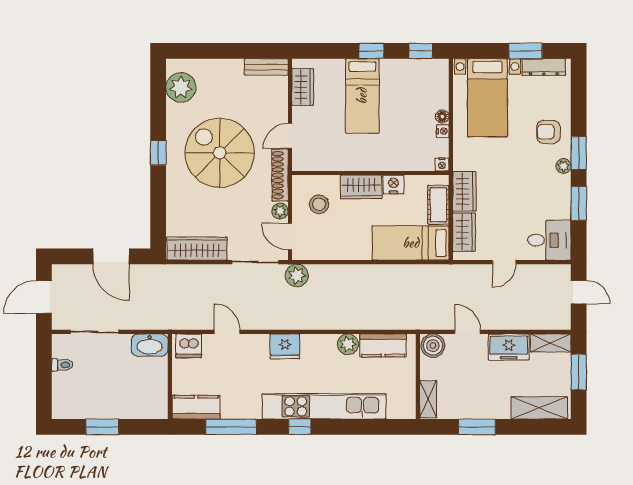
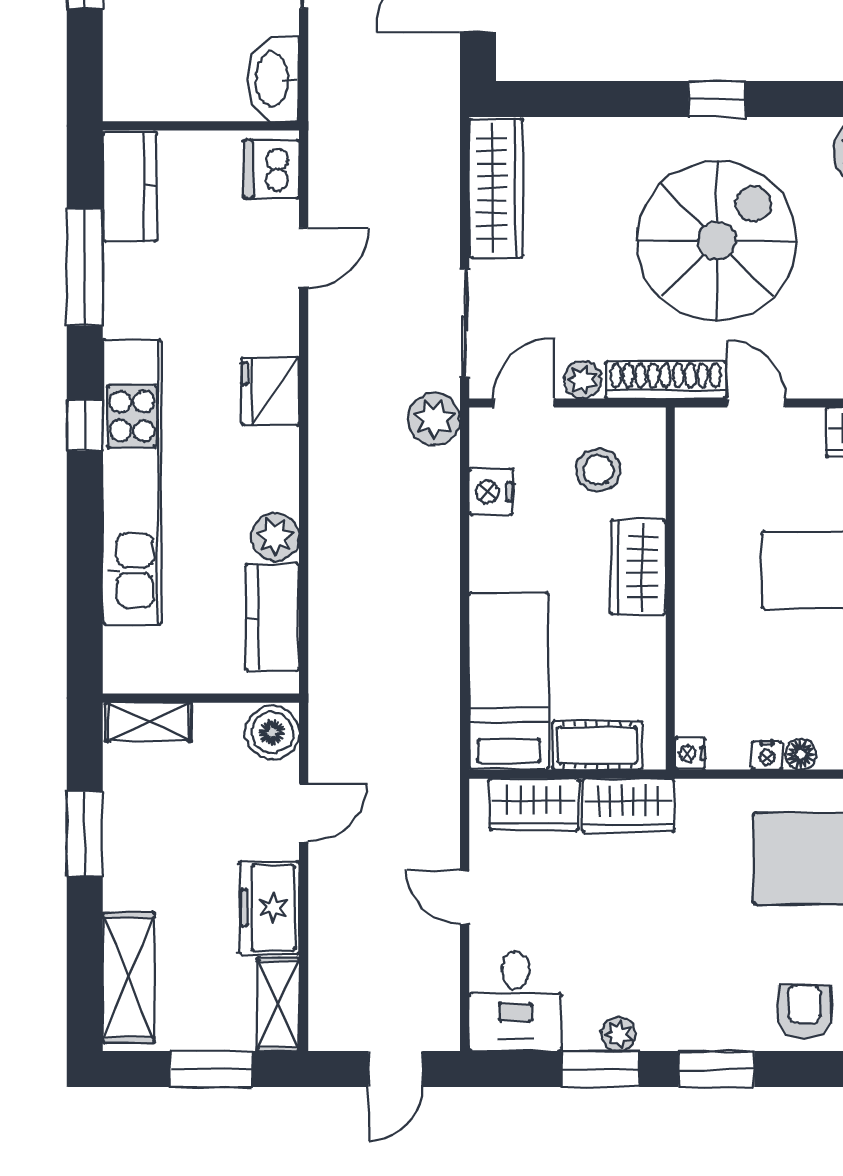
armchair: (548, 132) -> (804, 1012), moved
plant: (564, 166) -> (619, 1034), moved
nightstand: (394, 184) -> (491, 492), moved, turned 180

